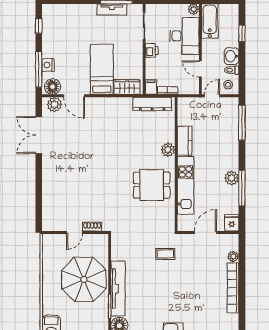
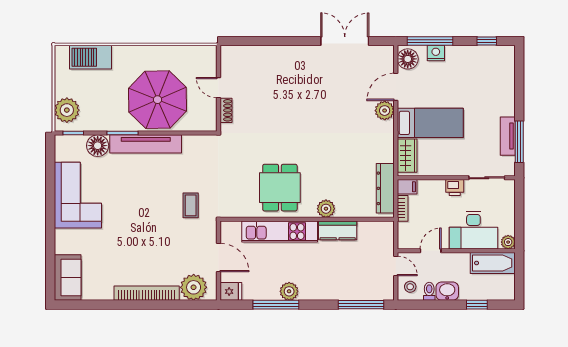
plant: (54, 104) -> (385, 111), moved
plant: (233, 256) -> (194, 287), width x1.88, depth x1.88

